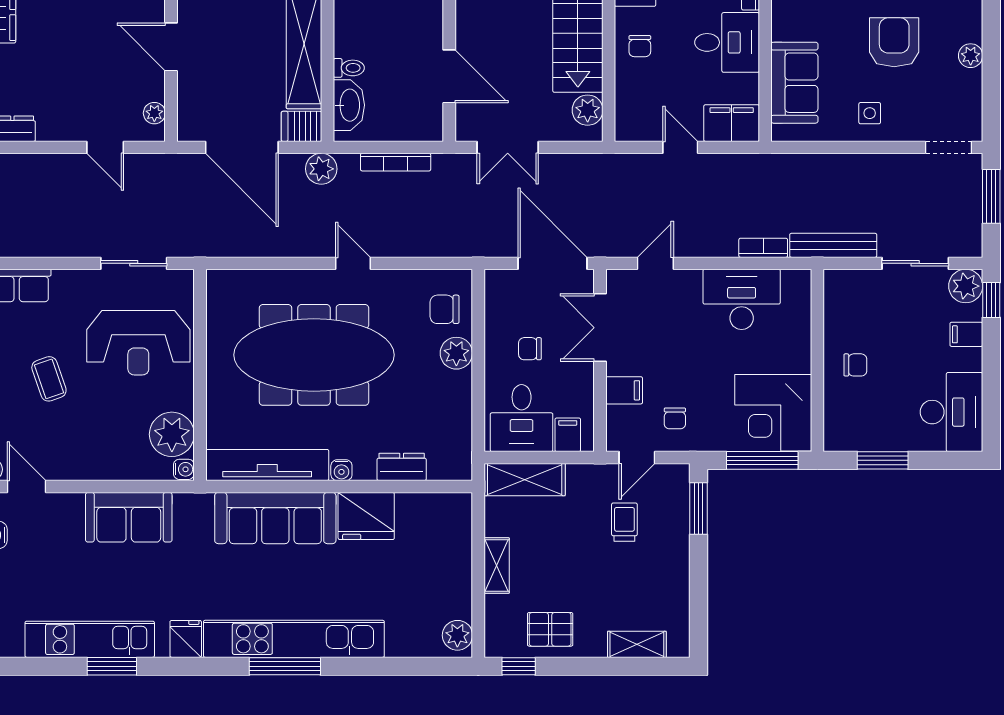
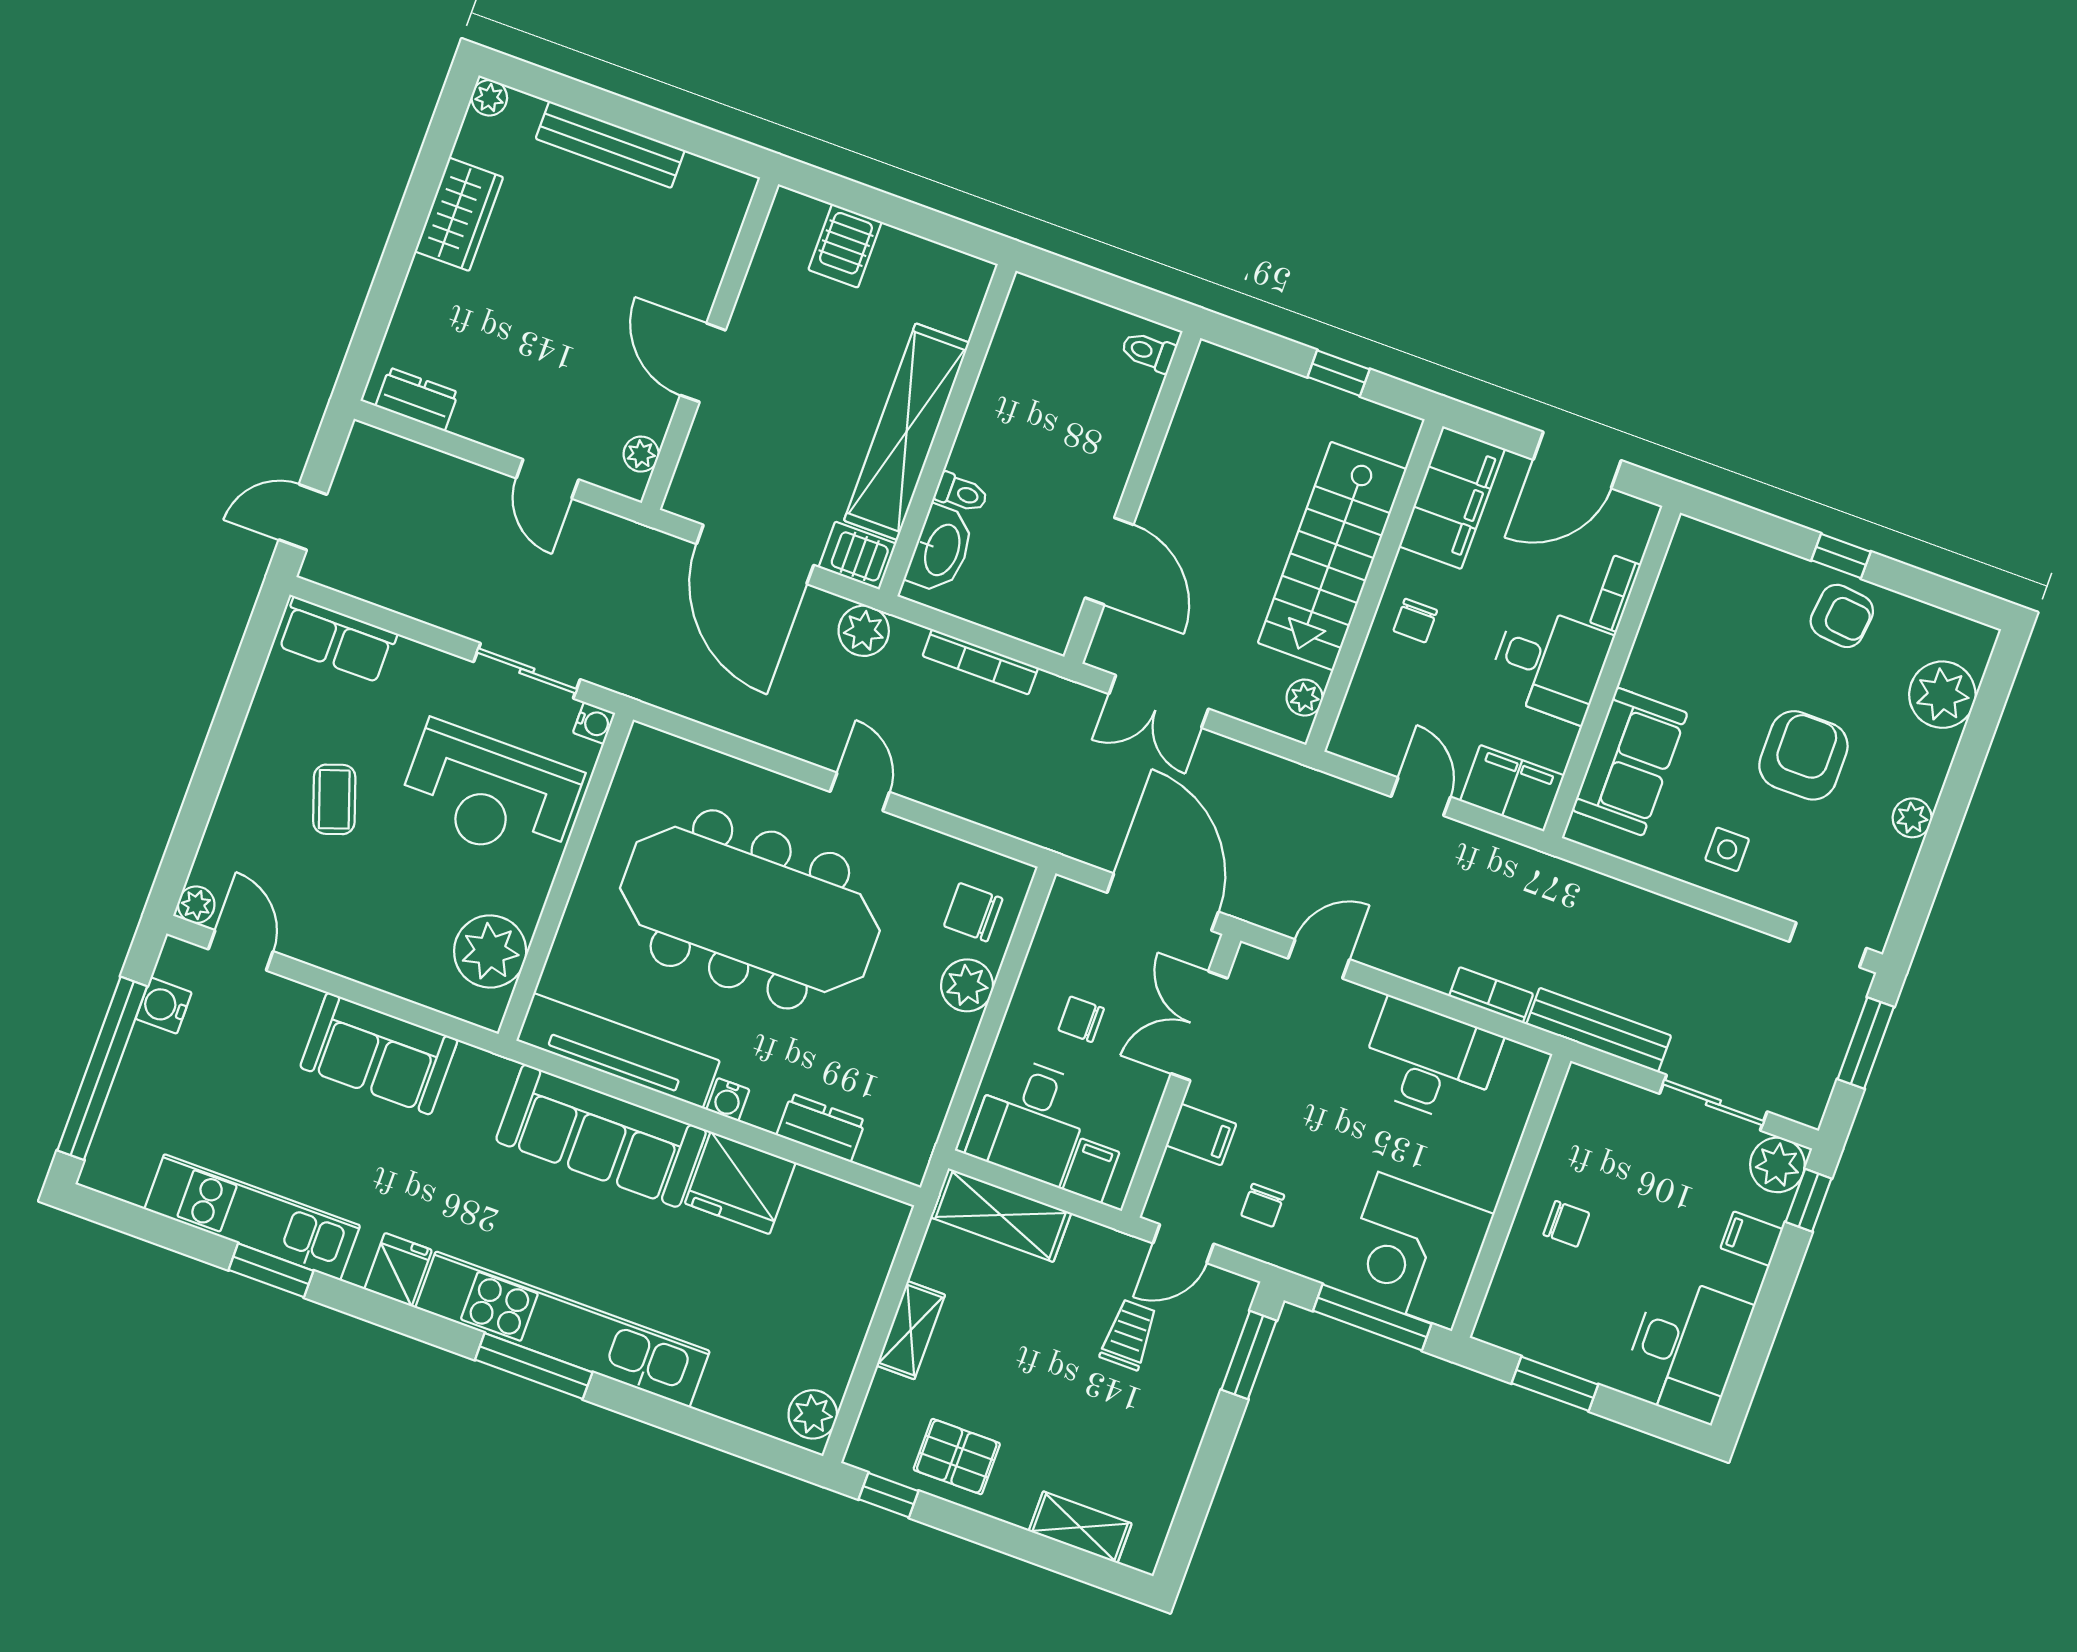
plant: (588, 110) -> (1305, 698), width x0.73, depth x0.73
water cooler: (184, 469) -> (594, 723), moved

